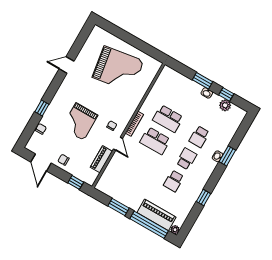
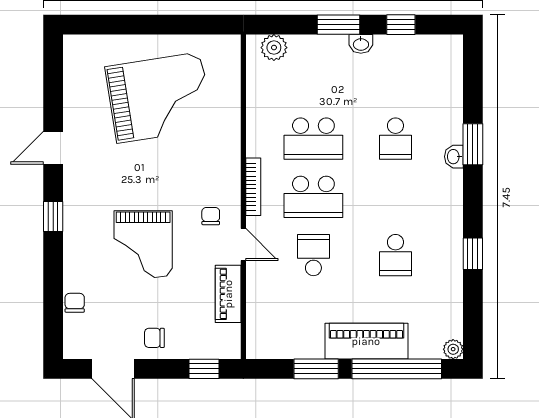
plant: (225, 105) -> (274, 48), moved
window: (42, 108) -> (53, 216), moved
school desk: (186, 159) -> (313, 255), moved
piano: (157, 215) -> (366, 341), moved

